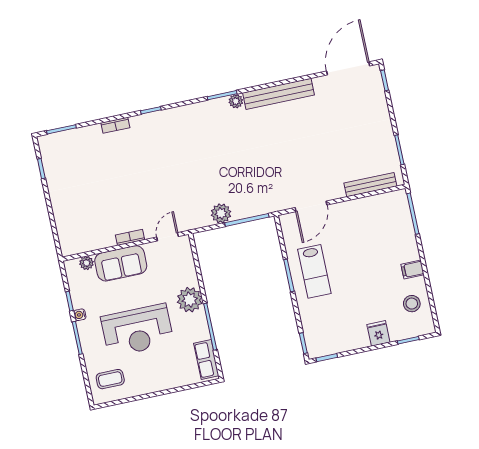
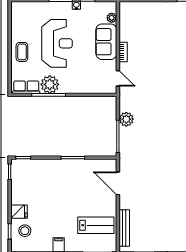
lab bench: (314, 271) -> (96, 225), moved, turned 180
plant: (190, 300) -> (50, 84), moved
stool: (412, 304) -> (25, 231), moved
reception desk: (137, 330) -> (57, 43), turned 180
coffee table: (110, 379) -> (22, 52), moved

